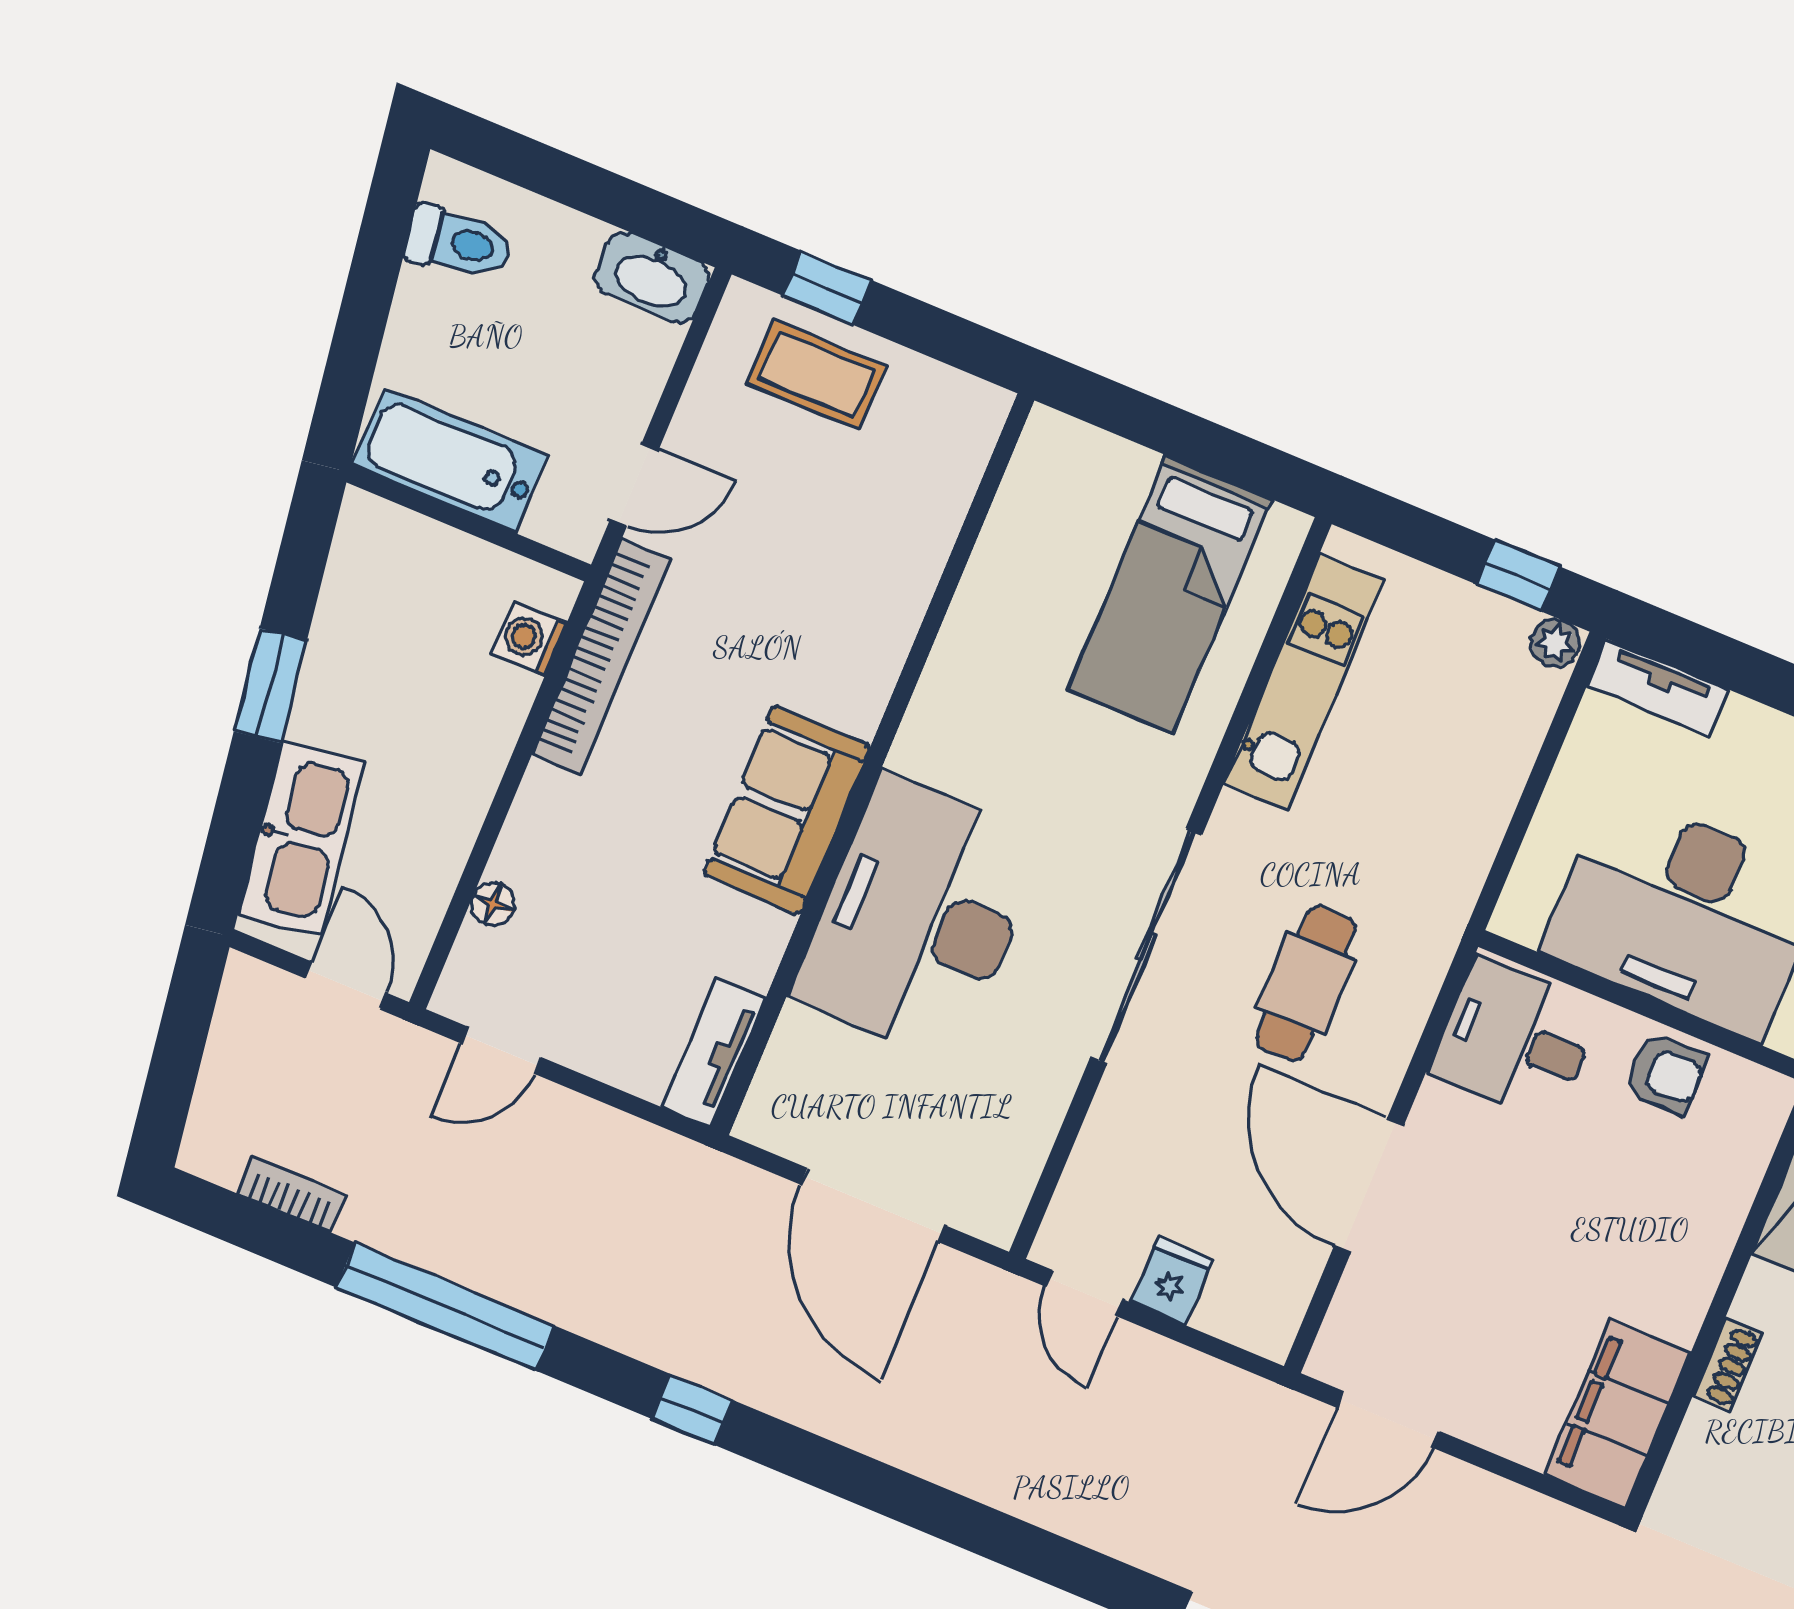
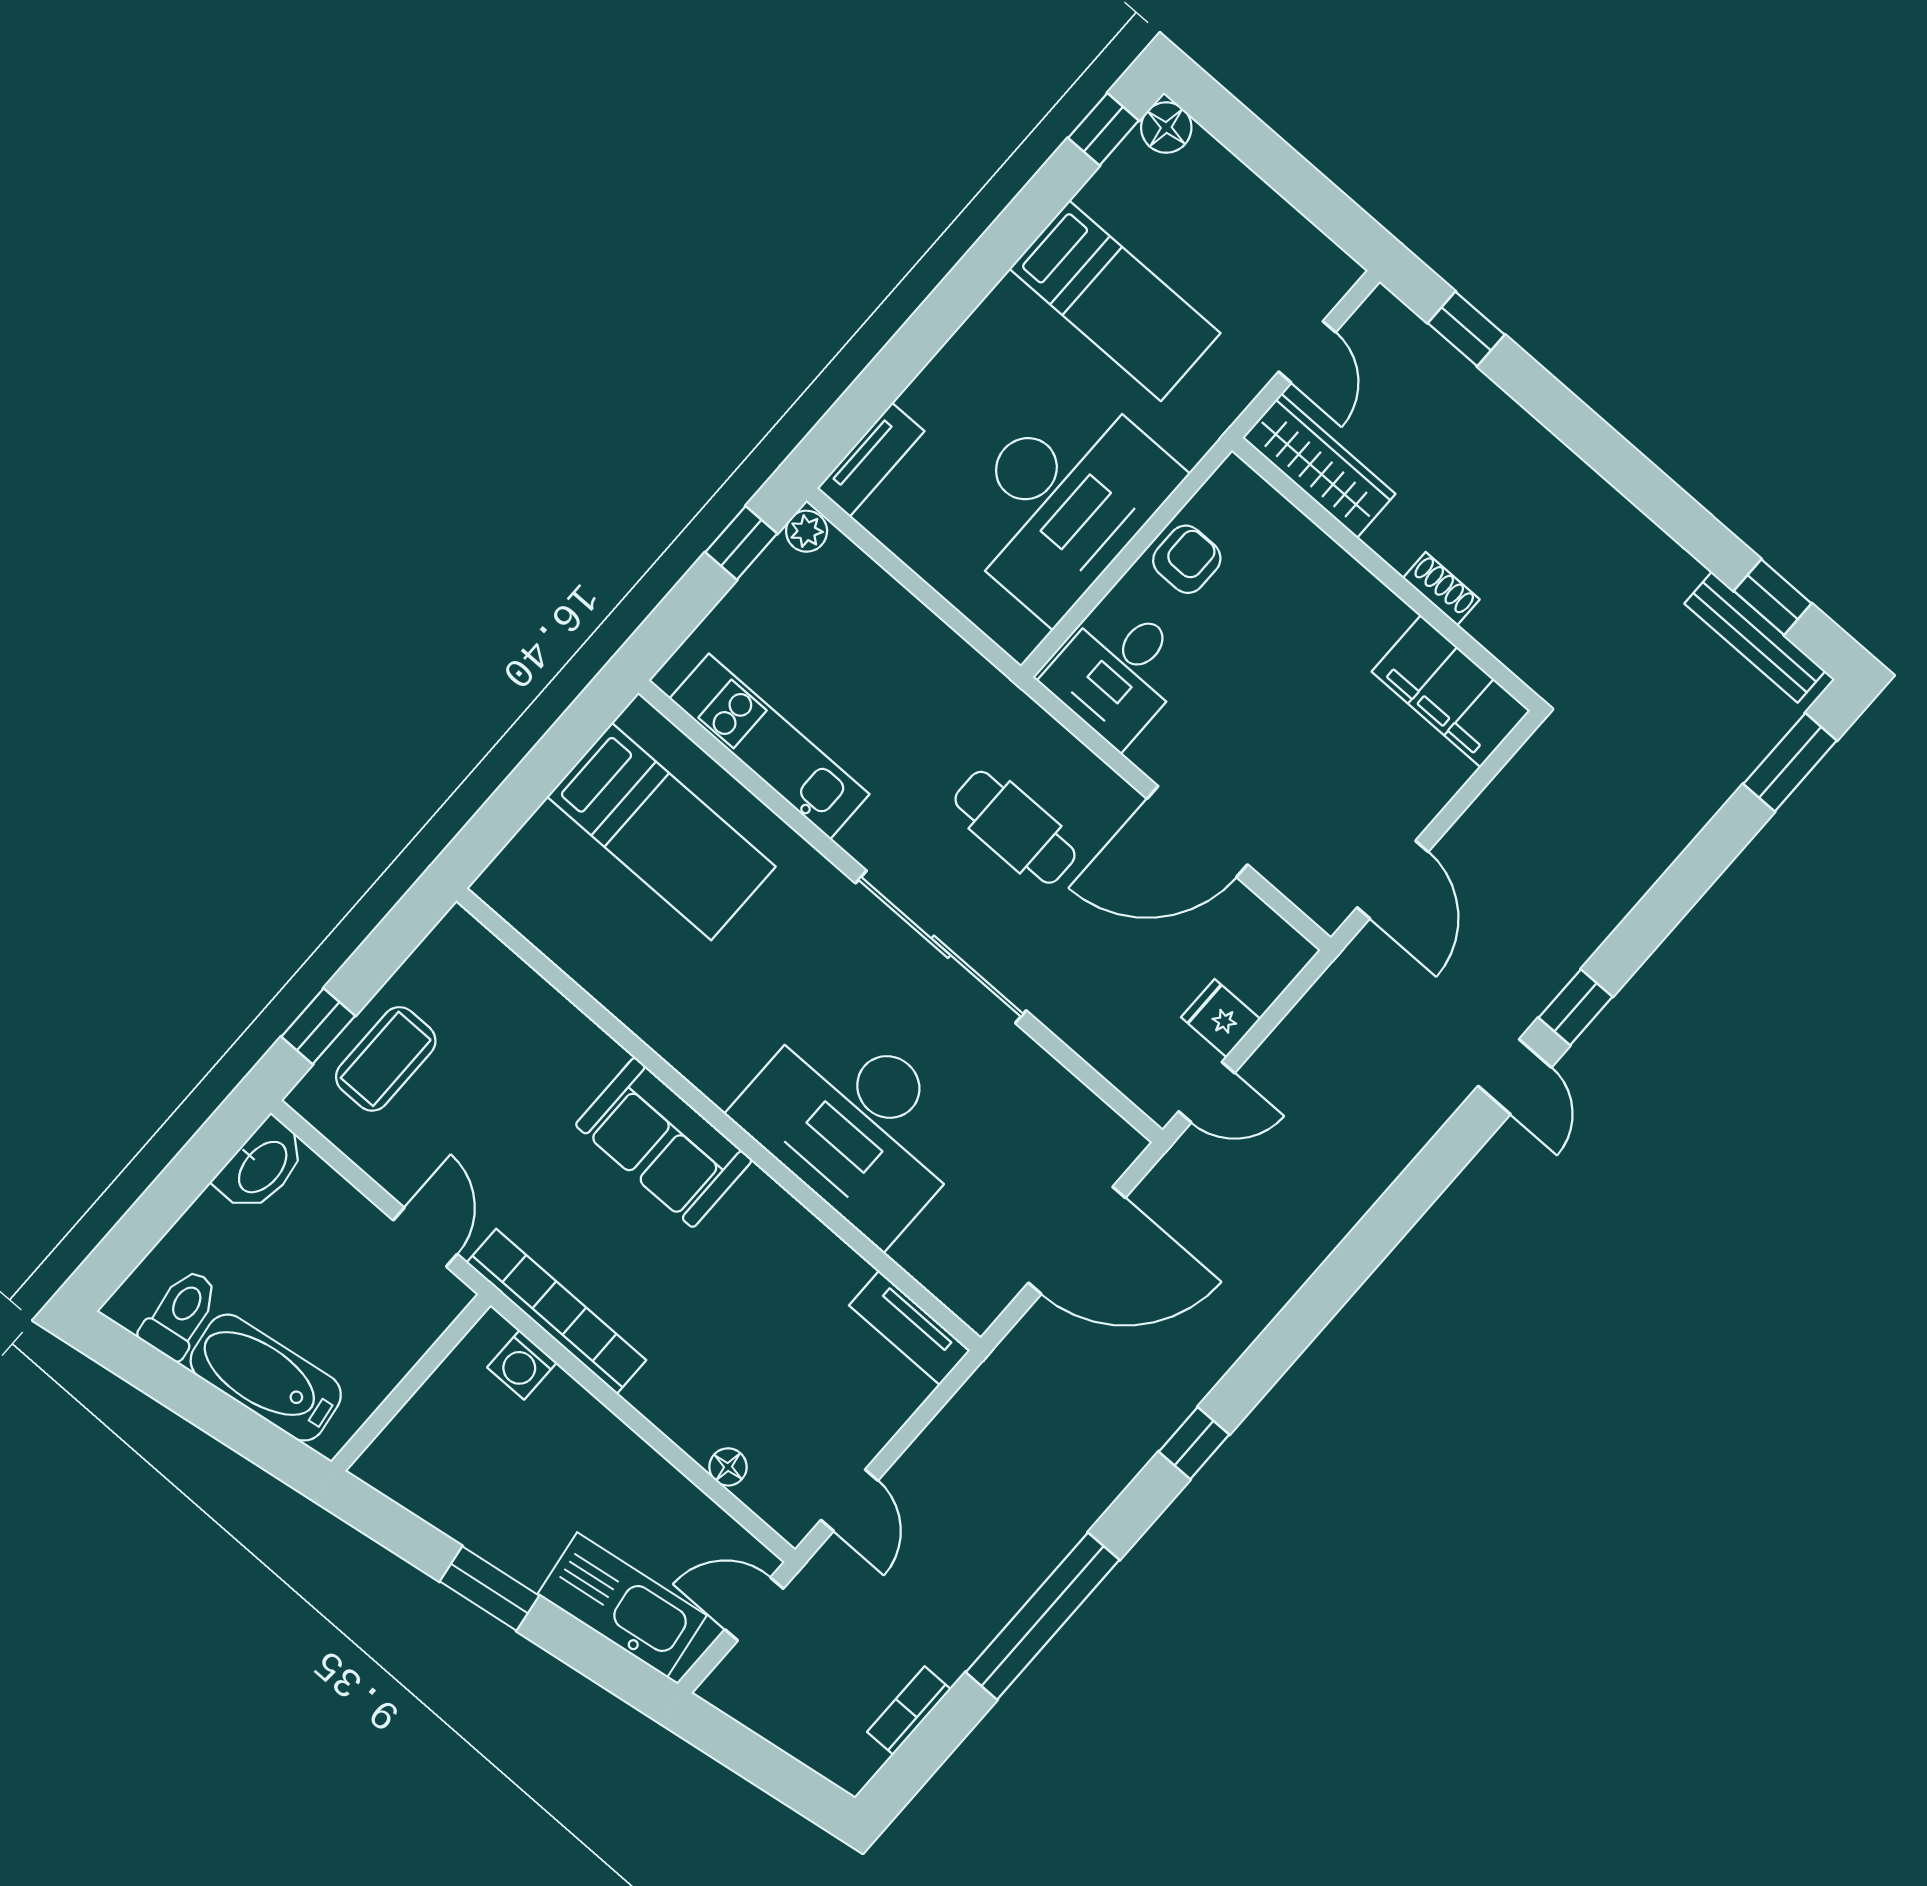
bathtub: (450, 461) -> (266, 1378), moved, turned 82
sofa: (787, 810) -> (664, 1142), moved

